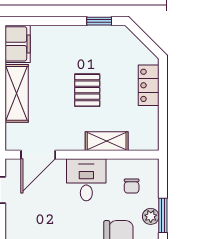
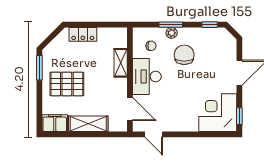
window: (99, 21) -> (39, 68), width x1.50
pallet: (87, 90) -> (67, 84), moved, width x1.50, depth x1.42
desk: (86, 180) -> (147, 77), width x1.37

